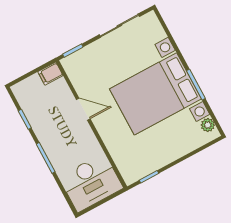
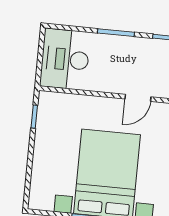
plant: (208, 125) -> (46, 203), removed

